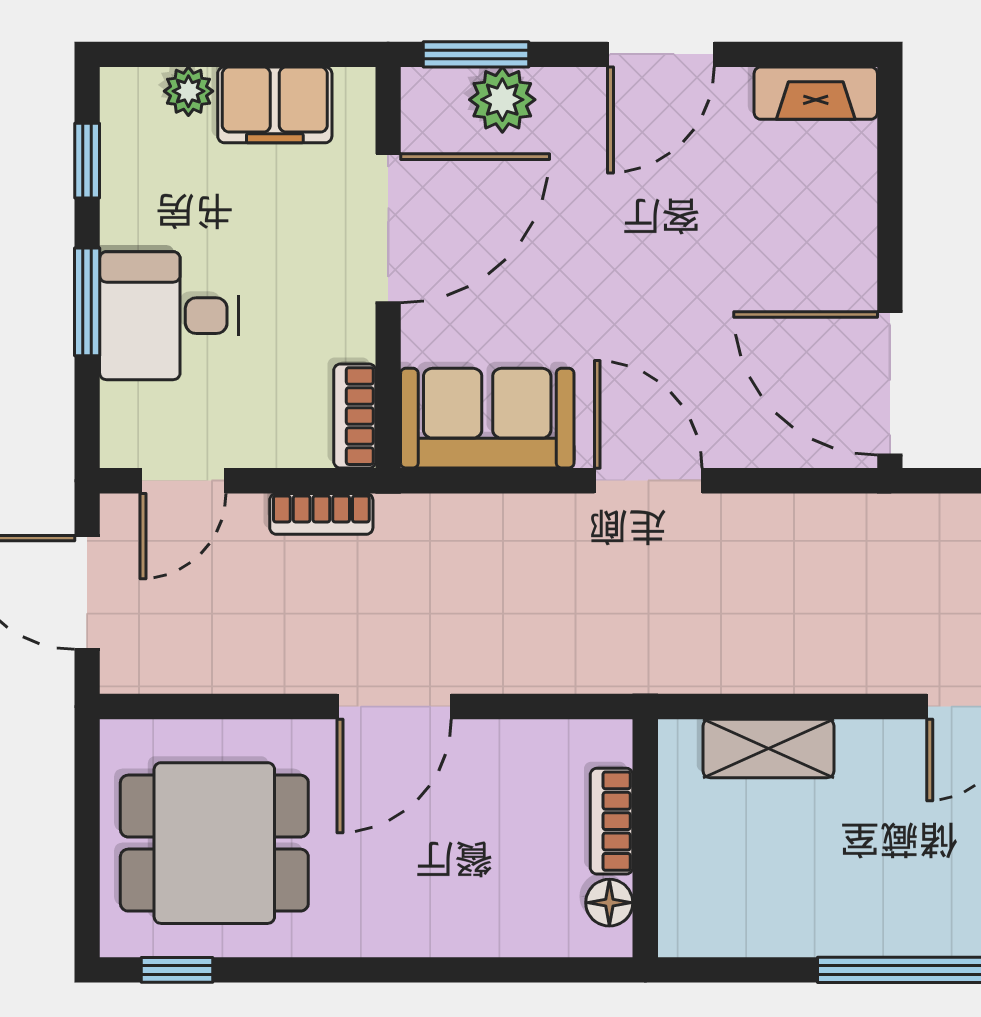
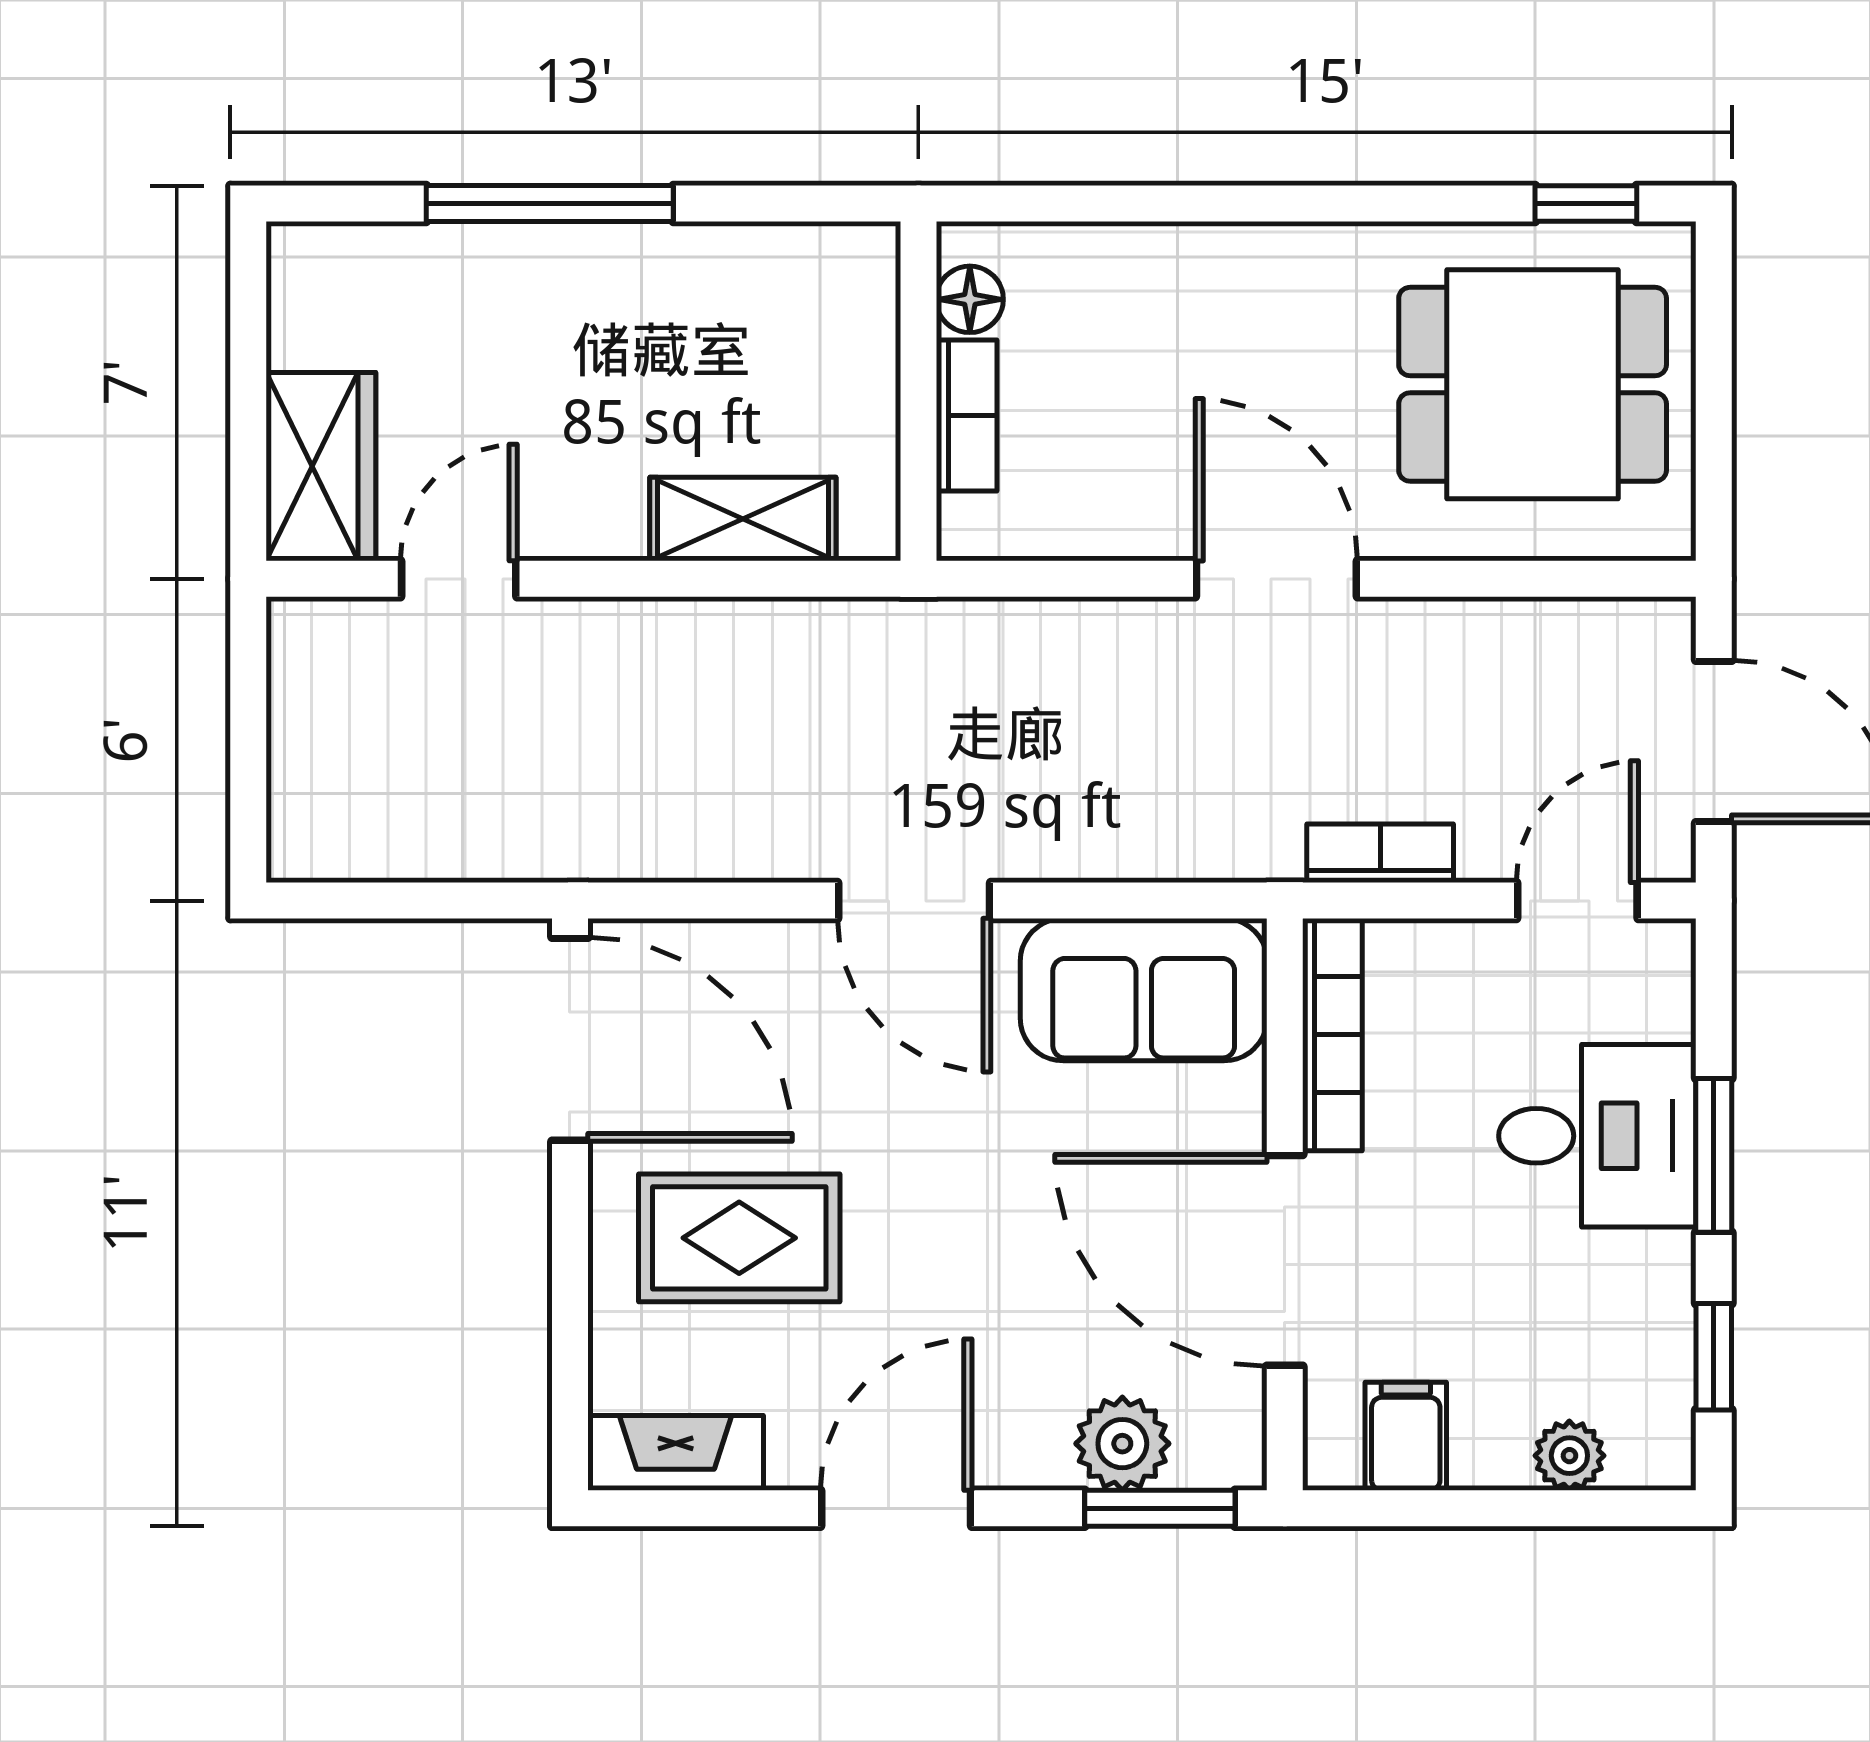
filing cabinet: (275, 105) -> (1406, 1436), width x0.50
door: (388, 228) -> (1285, 1260), hinge flipped
rug: (771, 244) -> (739, 1238), added
bookcase: (355, 416) -> (1332, 1035), width x1.56
door: (394, 707) -> (1276, 579), hinge flipped

